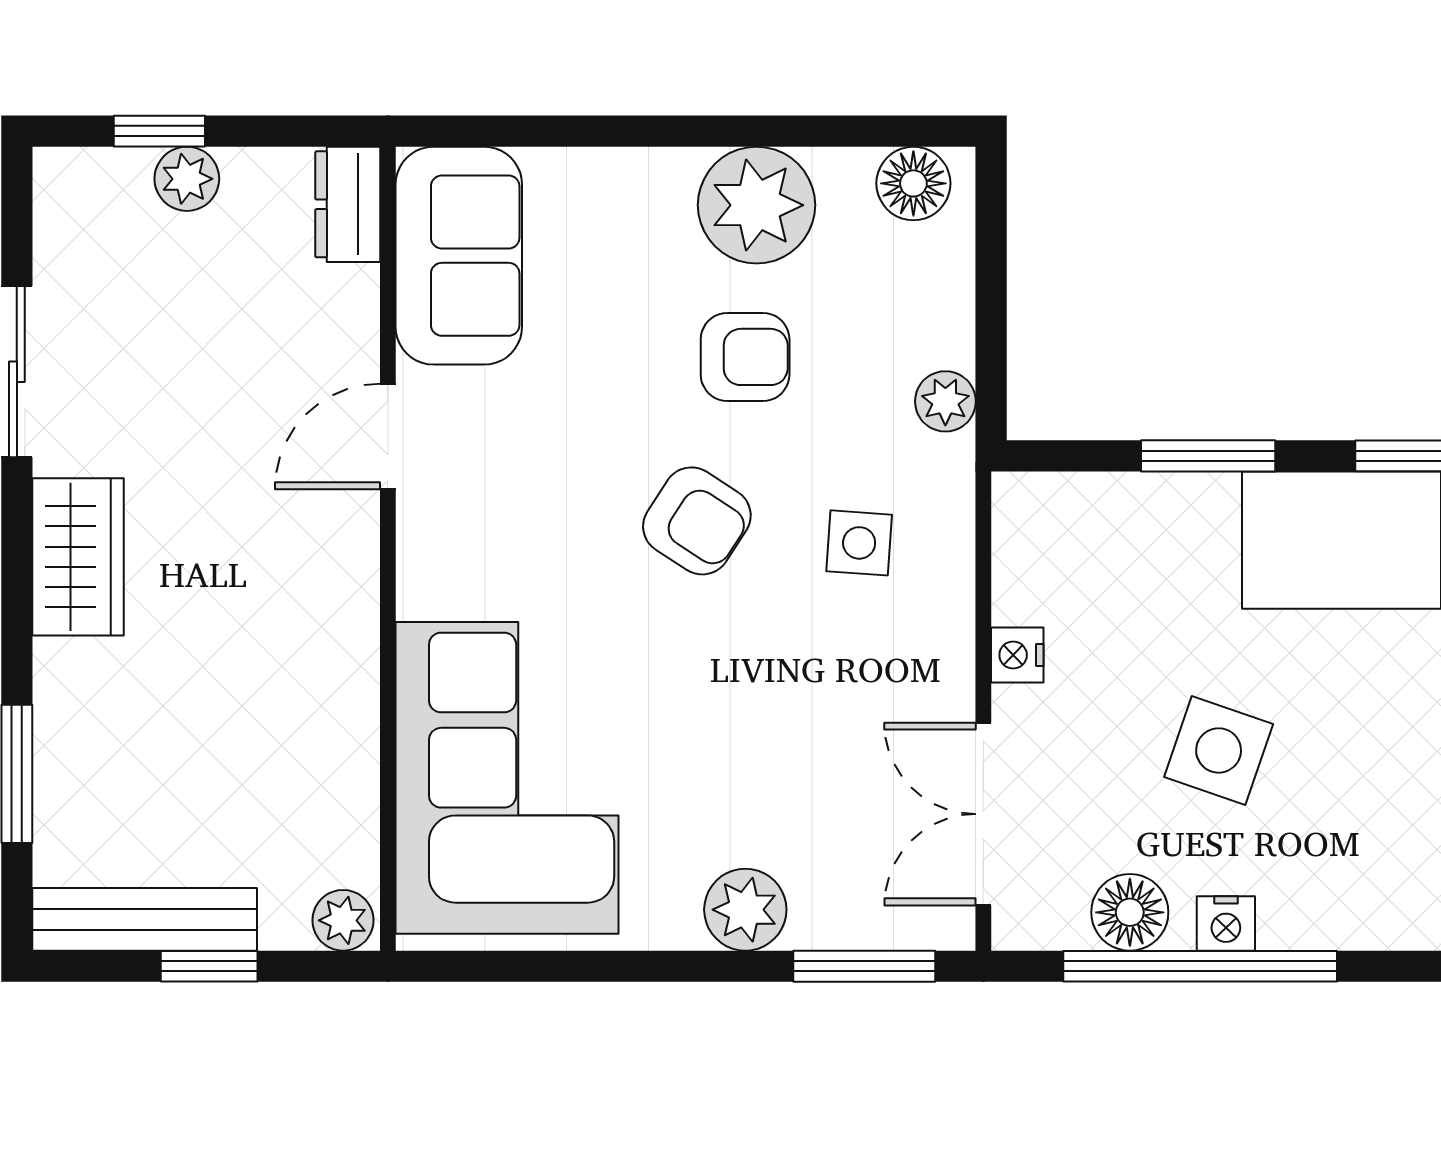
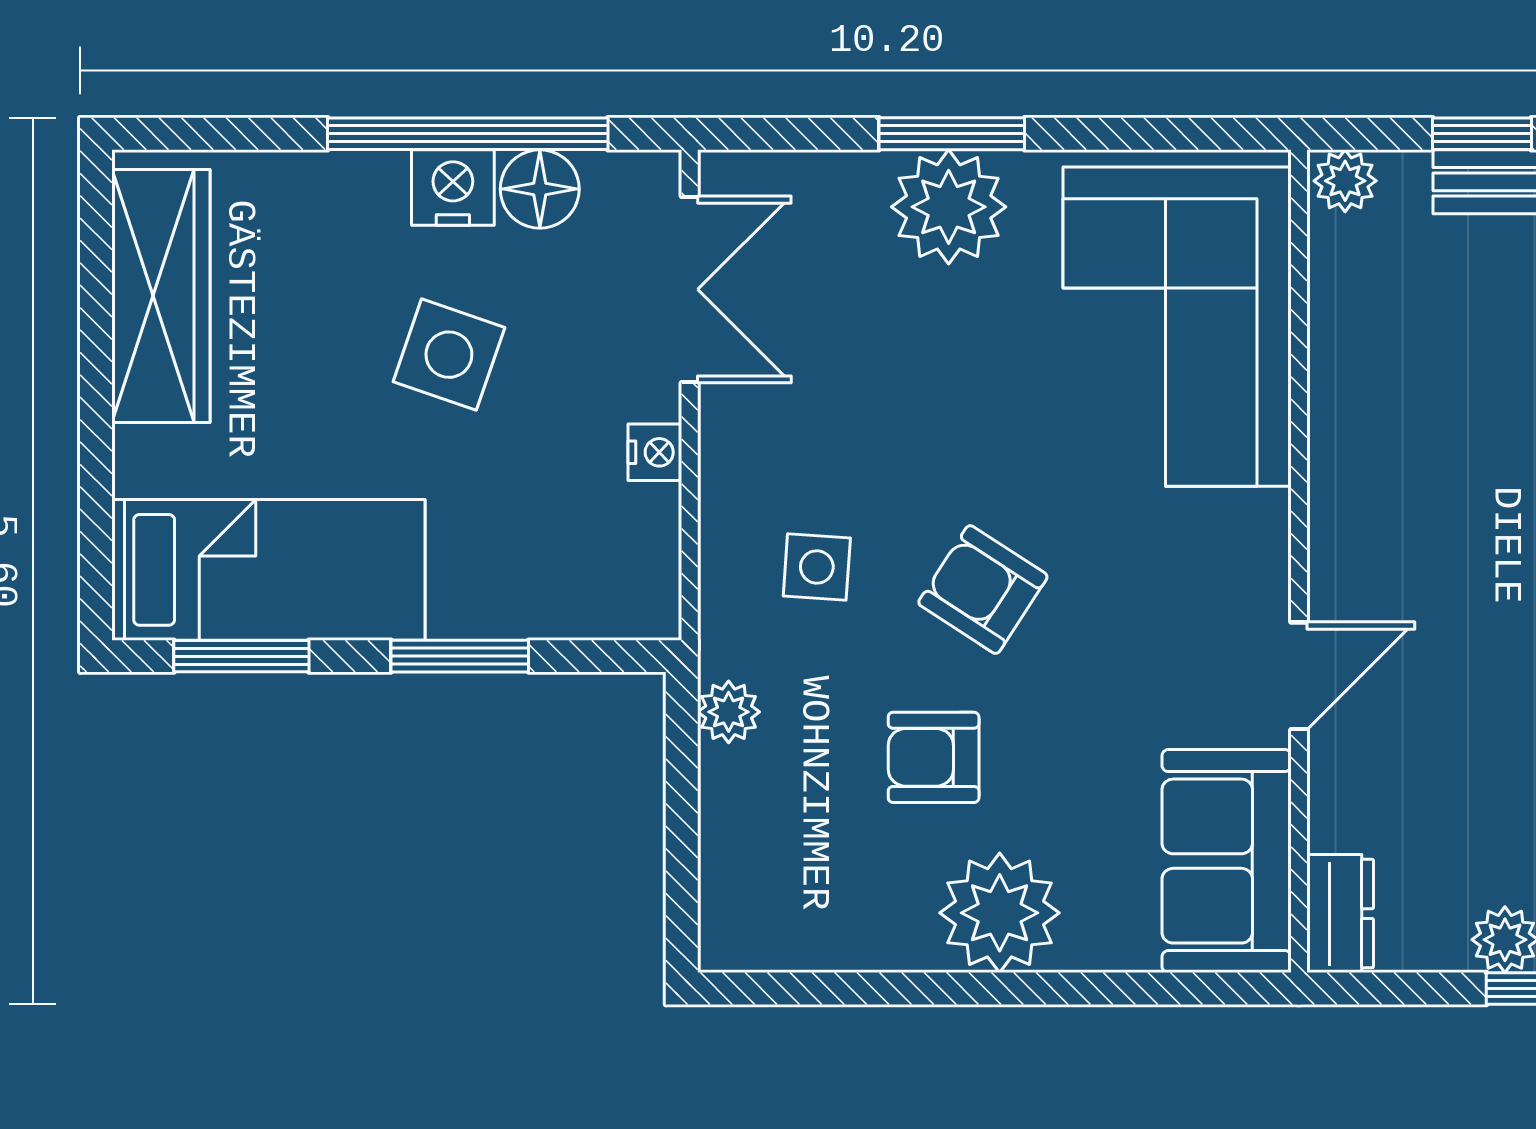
floor lamp: (913, 183) -> (761, 935), removed
plant: (756, 205) -> (1000, 913), moved
plant: (745, 910) -> (949, 207), width x1.36, depth x1.36
nightstand: (1226, 923) -> (453, 187), width x1.39, depth x1.35
window: (864, 966) -> (952, 134), moved

